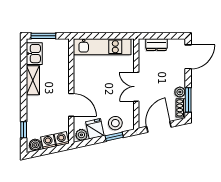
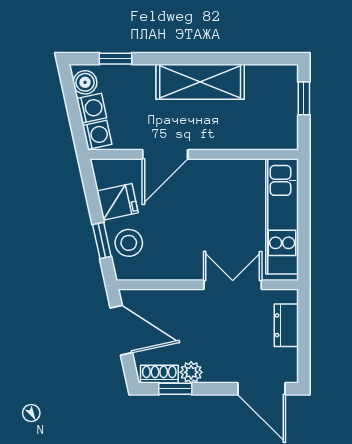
window: (43, 36) -> (304, 98), width x0.67
kitchen sink: (34, 54) -> (268, 80), removed
shelving: (33, 80) -> (200, 82), width x1.50, depth x1.33
double door: (136, 87) -> (233, 285), moved
window: (188, 100) -> (175, 389), width x0.67
plant: (81, 135) -> (105, 175), removed

